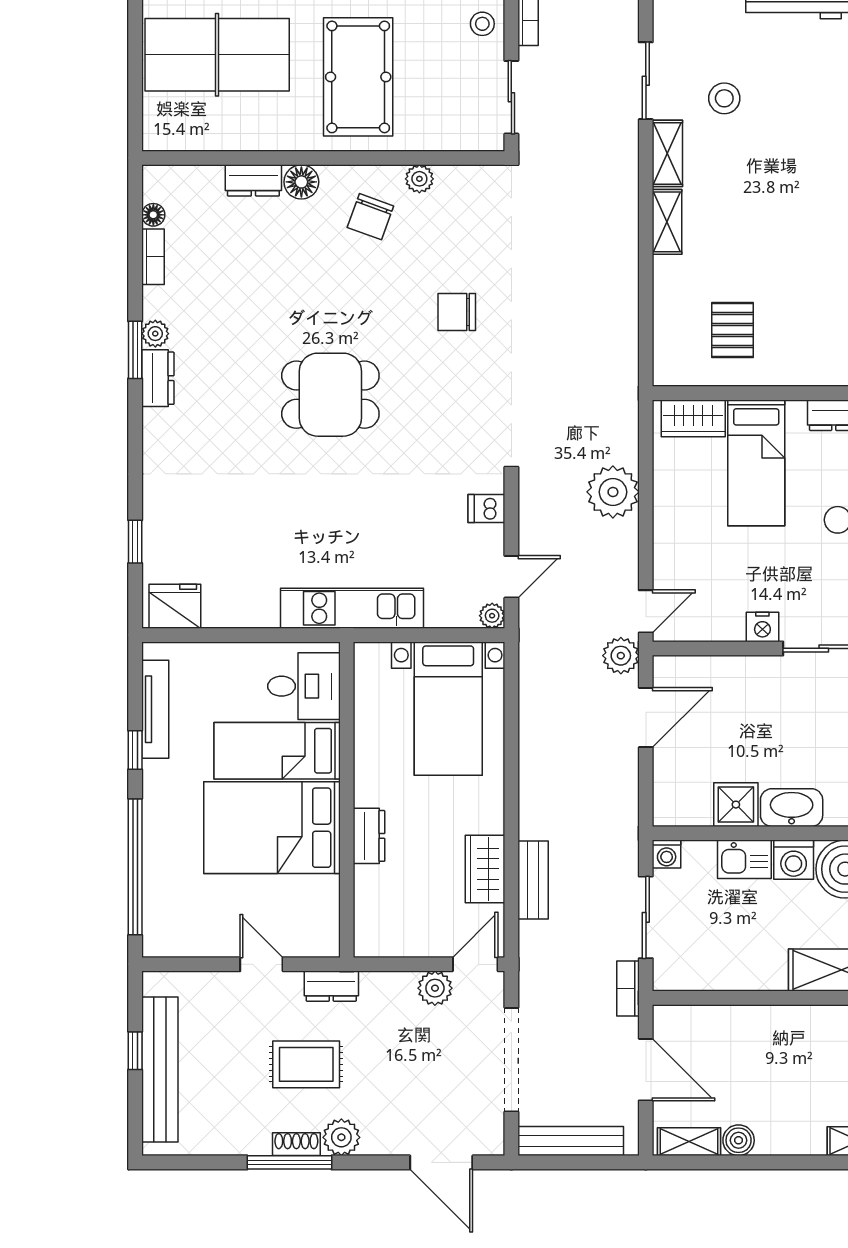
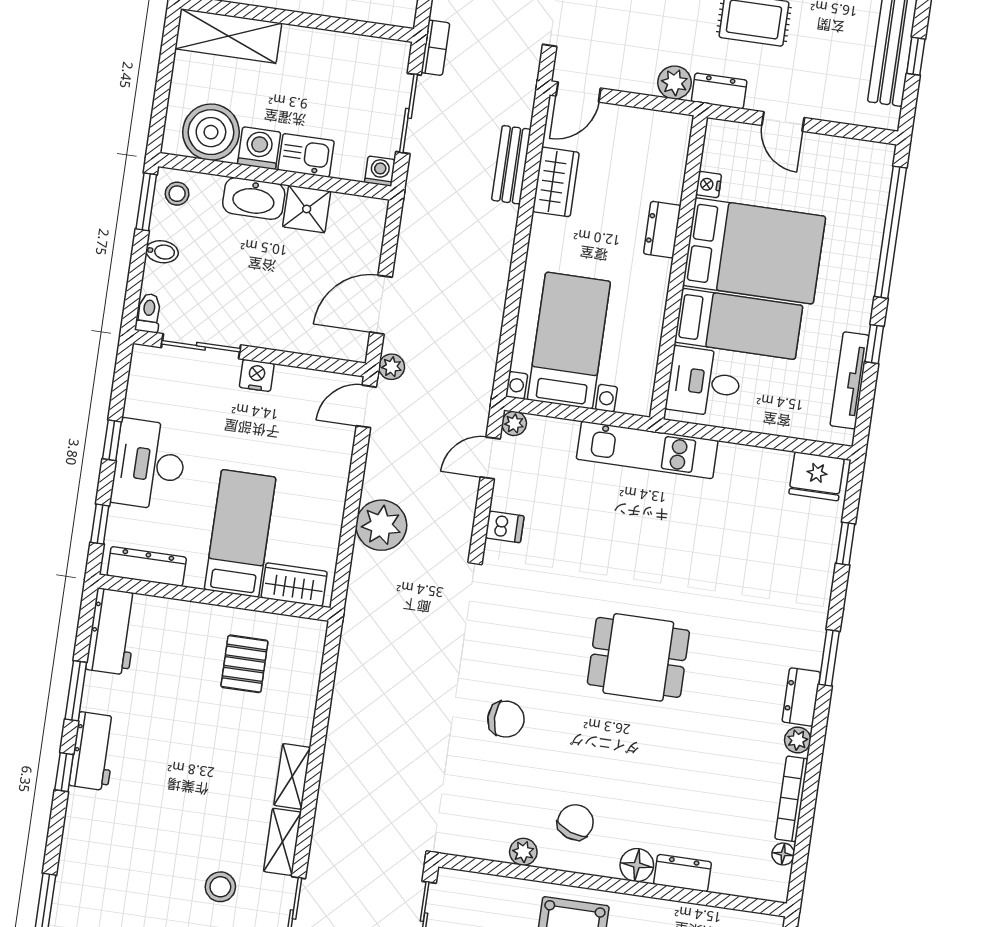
bookcase: (153, 257) -> (791, 799), width x1.56
window: (135, 350) -> (829, 658), moved
plant: (621, 656) -> (392, 367), width x0.73, depth x0.73
nightstand: (328, 889) -> (709, 184), added
plant: (435, 988) -> (674, 83), moved

